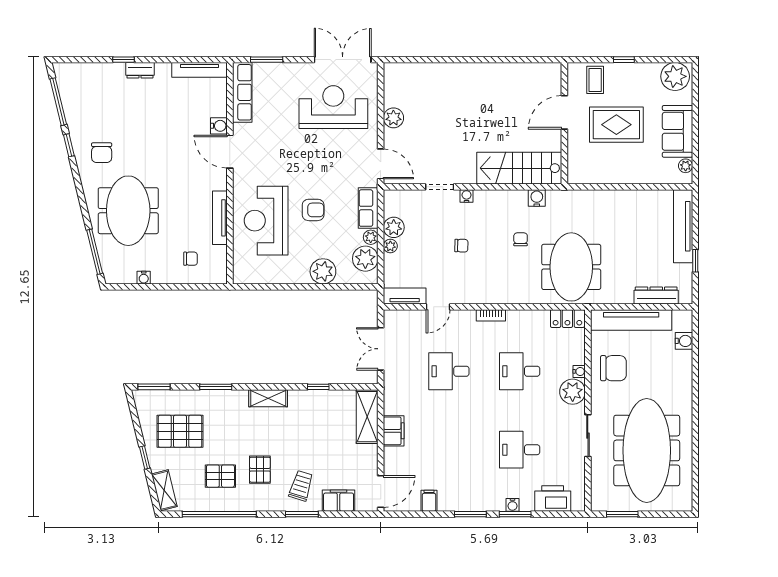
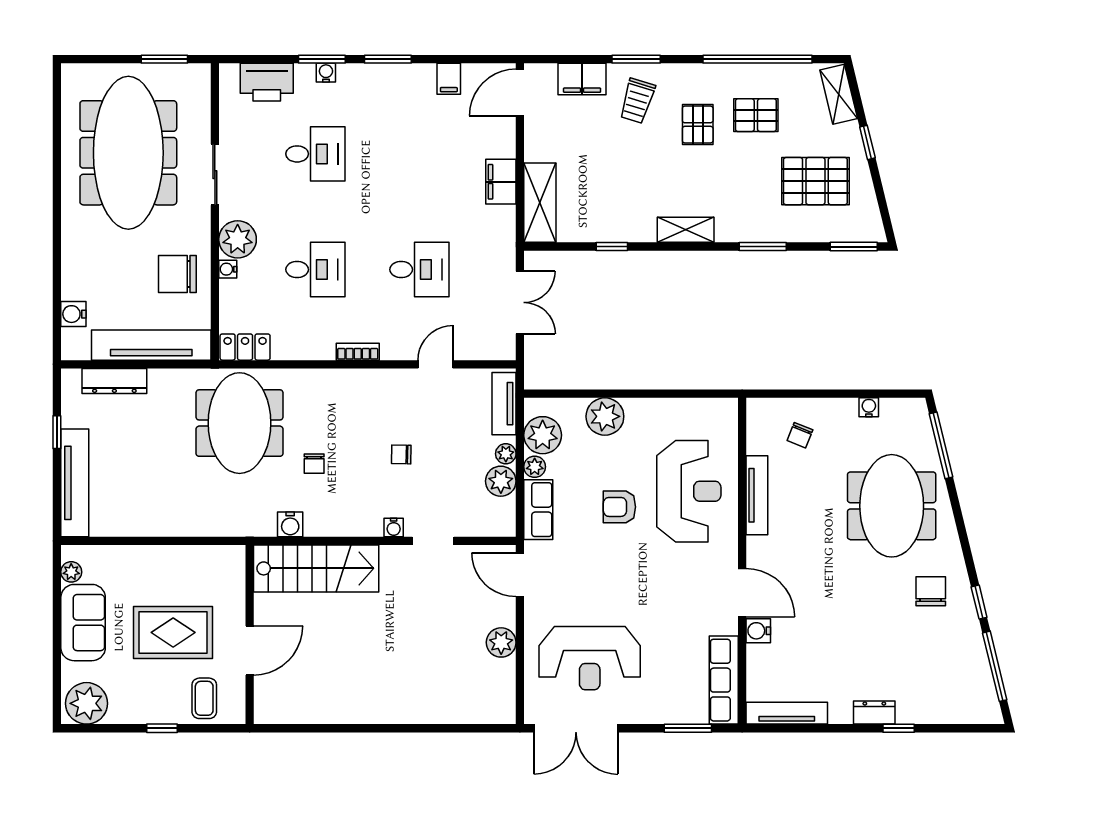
chair: (190, 259) -> (800, 435), turned -68
tv unit: (405, 296) -> (504, 404), moved, turned 90

